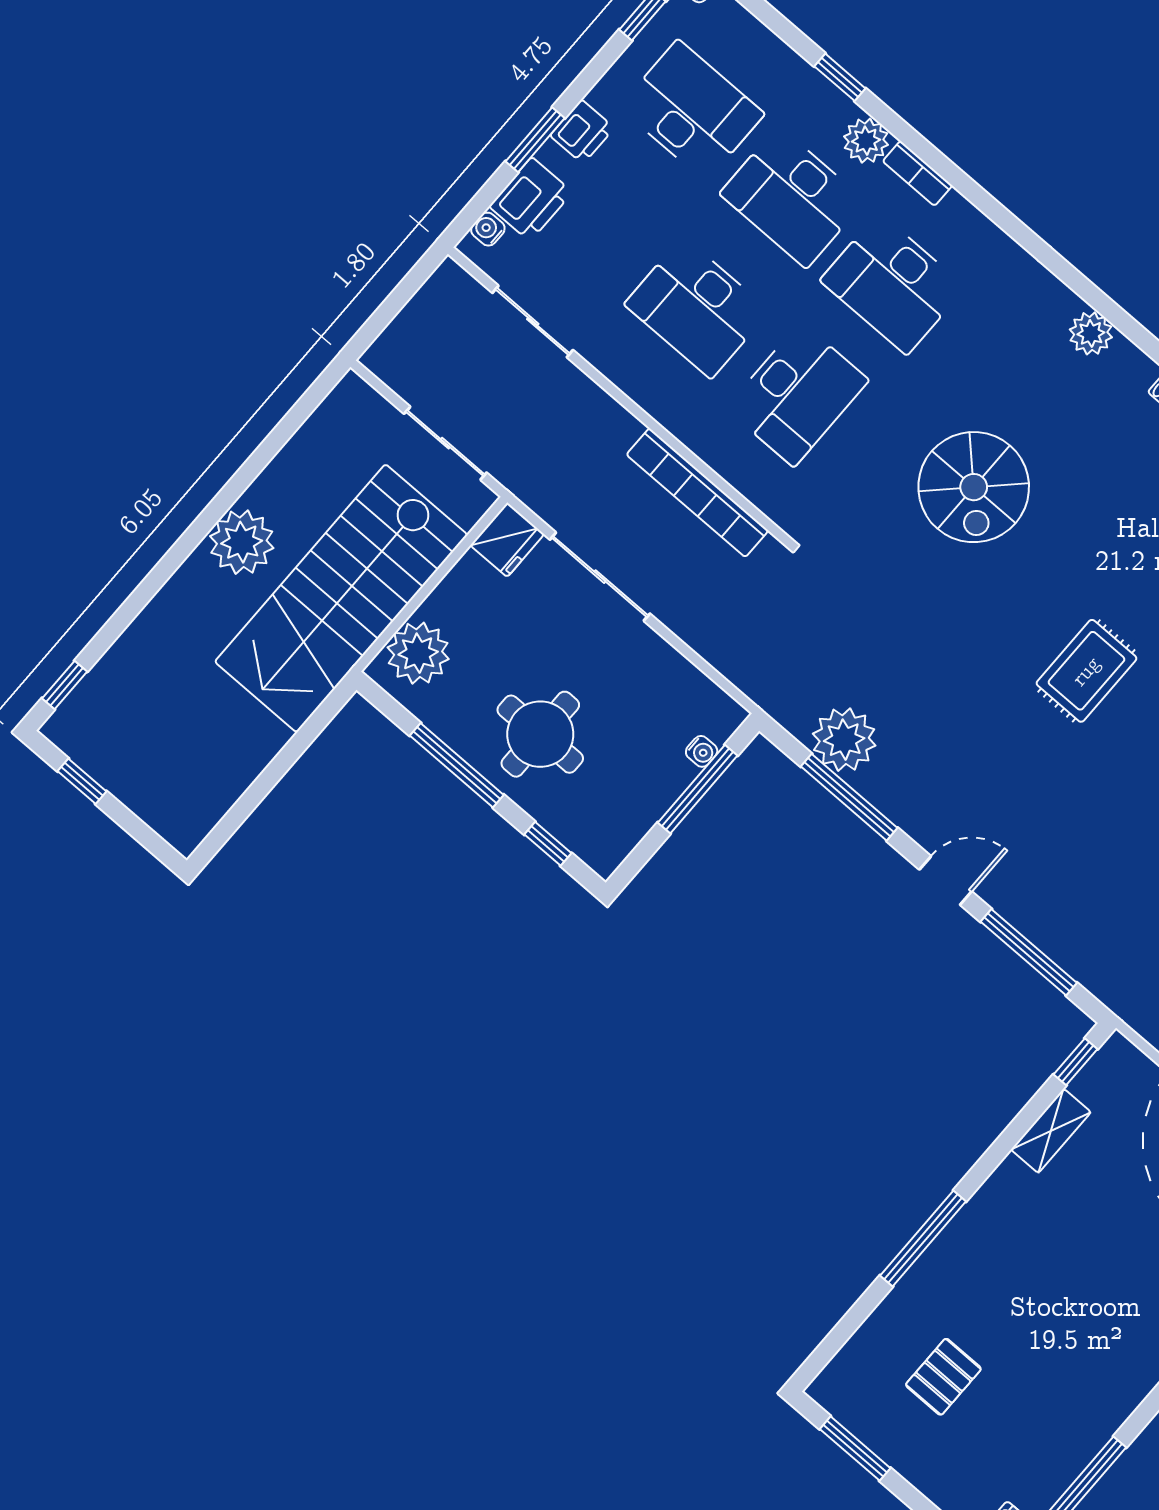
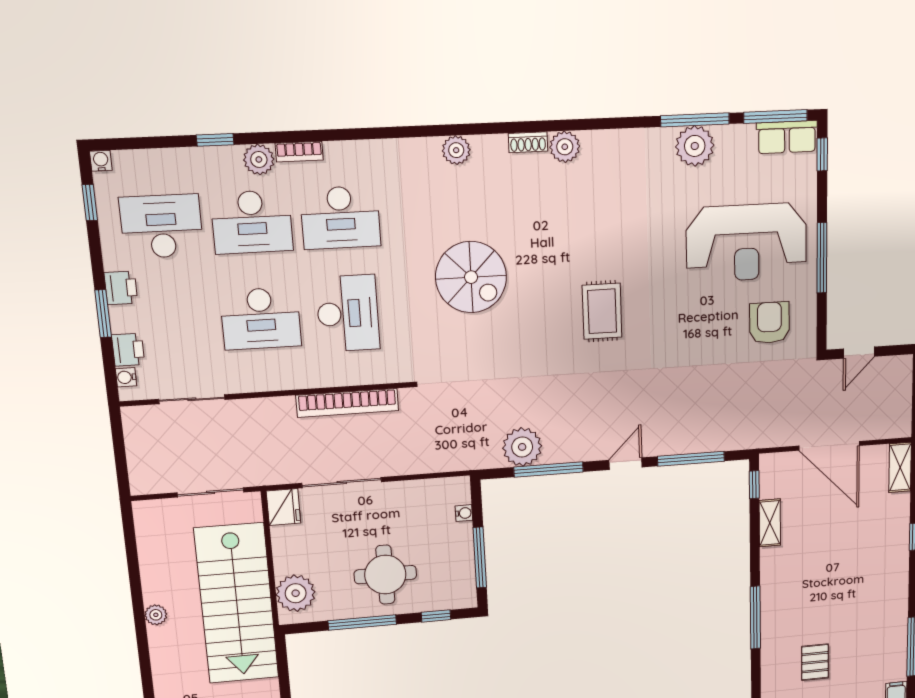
printer: (531, 199) -> (128, 350), width x0.73, depth x0.81
plant: (242, 542) -> (156, 615), width x0.53, depth x0.53
window: (698, 789) -> (480, 558), moved

